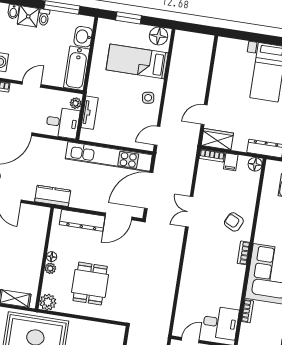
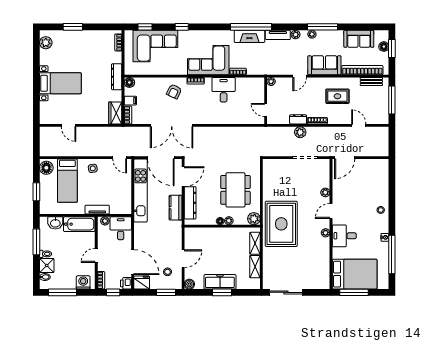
door: (32, 84) -> (96, 255), hinge flipped
tv unit: (90, 113) -> (97, 210), moved
door: (204, 115) -> (69, 125), moved
kitchen counter: (53, 196) -> (176, 208), moved
double door: (189, 212) -> (172, 125), width x1.87
door: (119, 216) -> (183, 177), hinge flipped
dining table: (90, 283) -> (235, 190), width x1.38
desk: (221, 323) -> (224, 90), moved

